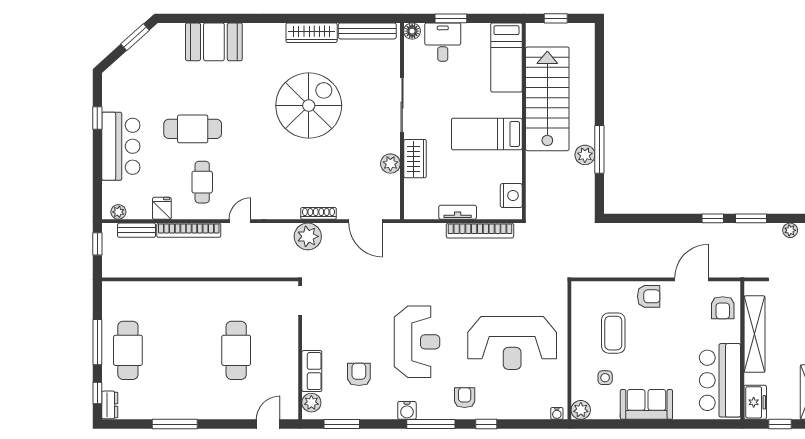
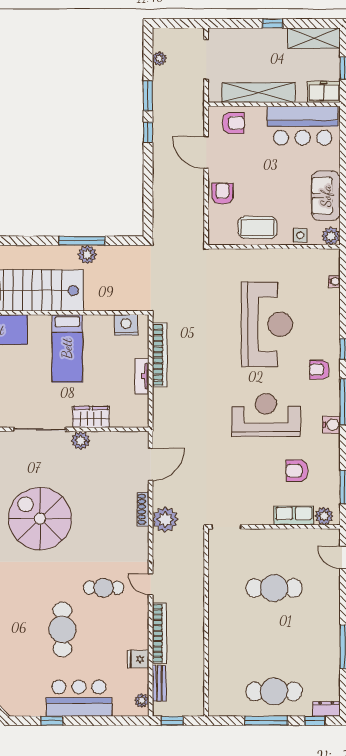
plant: (390, 164) -> (81, 440), moved
cafe table: (202, 182) -> (103, 588), moved
wall: (569, 350) -> (274, 247), moved
plant: (581, 410) -> (331, 236), moved

